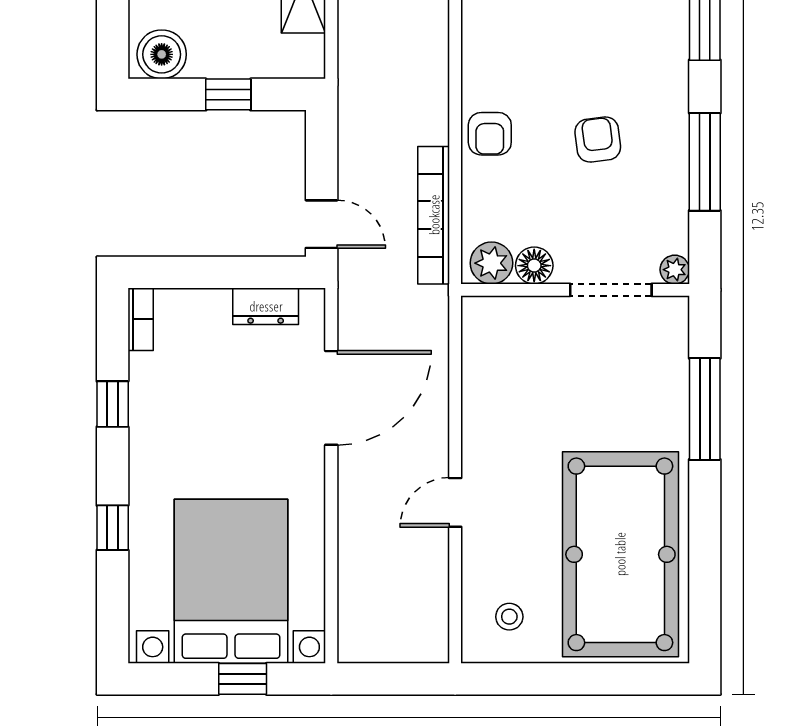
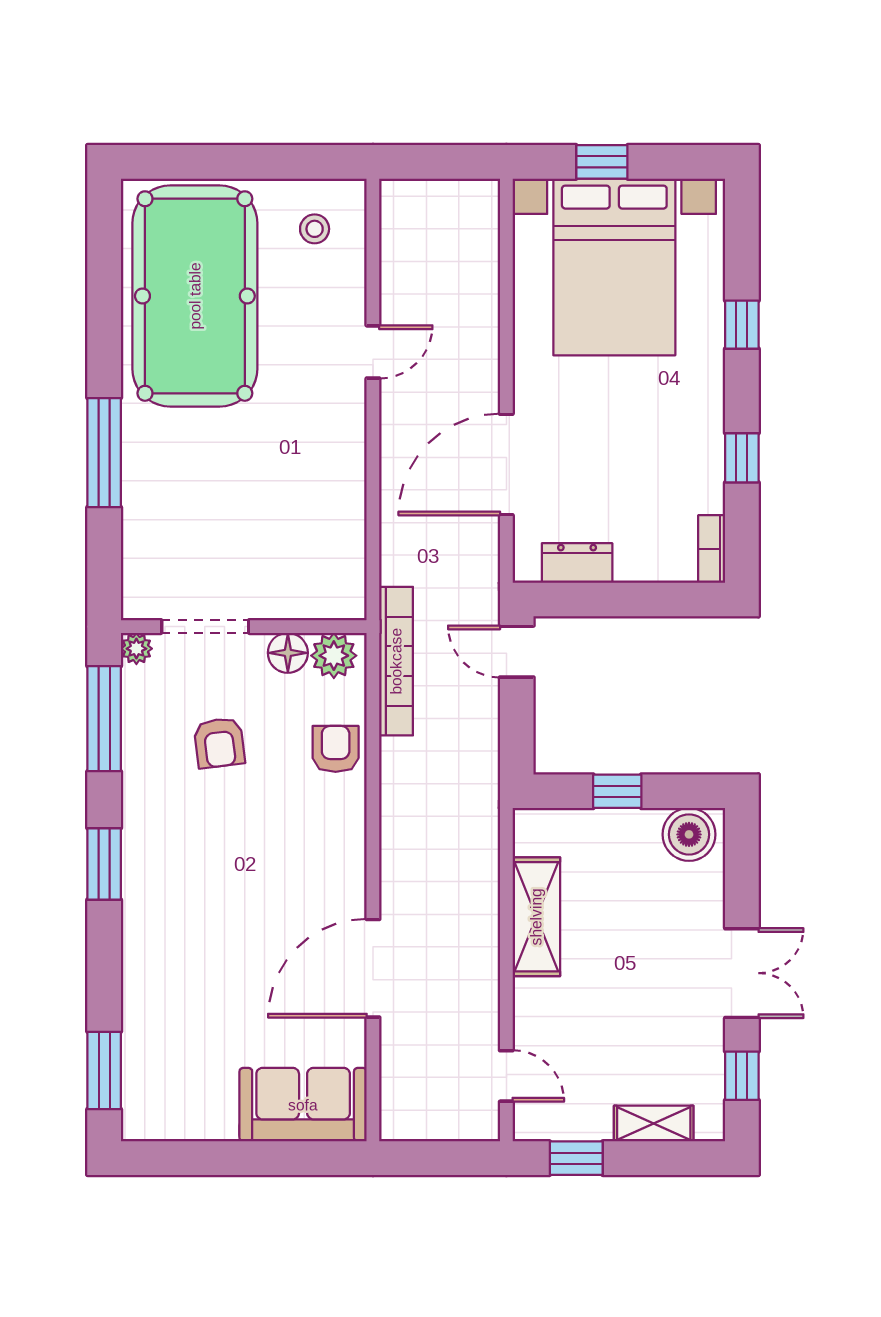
plant: (491, 263) -> (334, 656), moved
floor lamp: (534, 266) -> (288, 653), moved
plant: (675, 270) -> (136, 649), moved
wall: (575, 290) -> (244, 627), moved
doorway: (611, 290) -> (205, 627), moved

